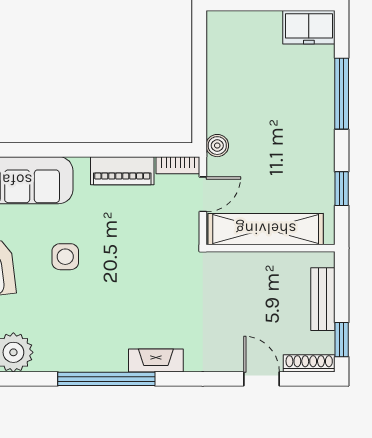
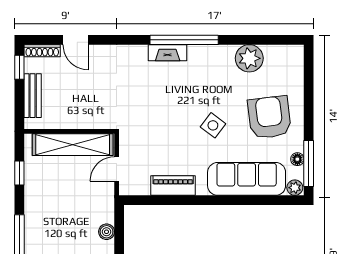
boiler: (217, 146) -> (107, 232), moved
bookcase: (178, 165) -> (134, 189), removed
side table: (65, 257) -> (213, 125), turned 37
fireplace: (156, 360) -> (168, 53), moved

